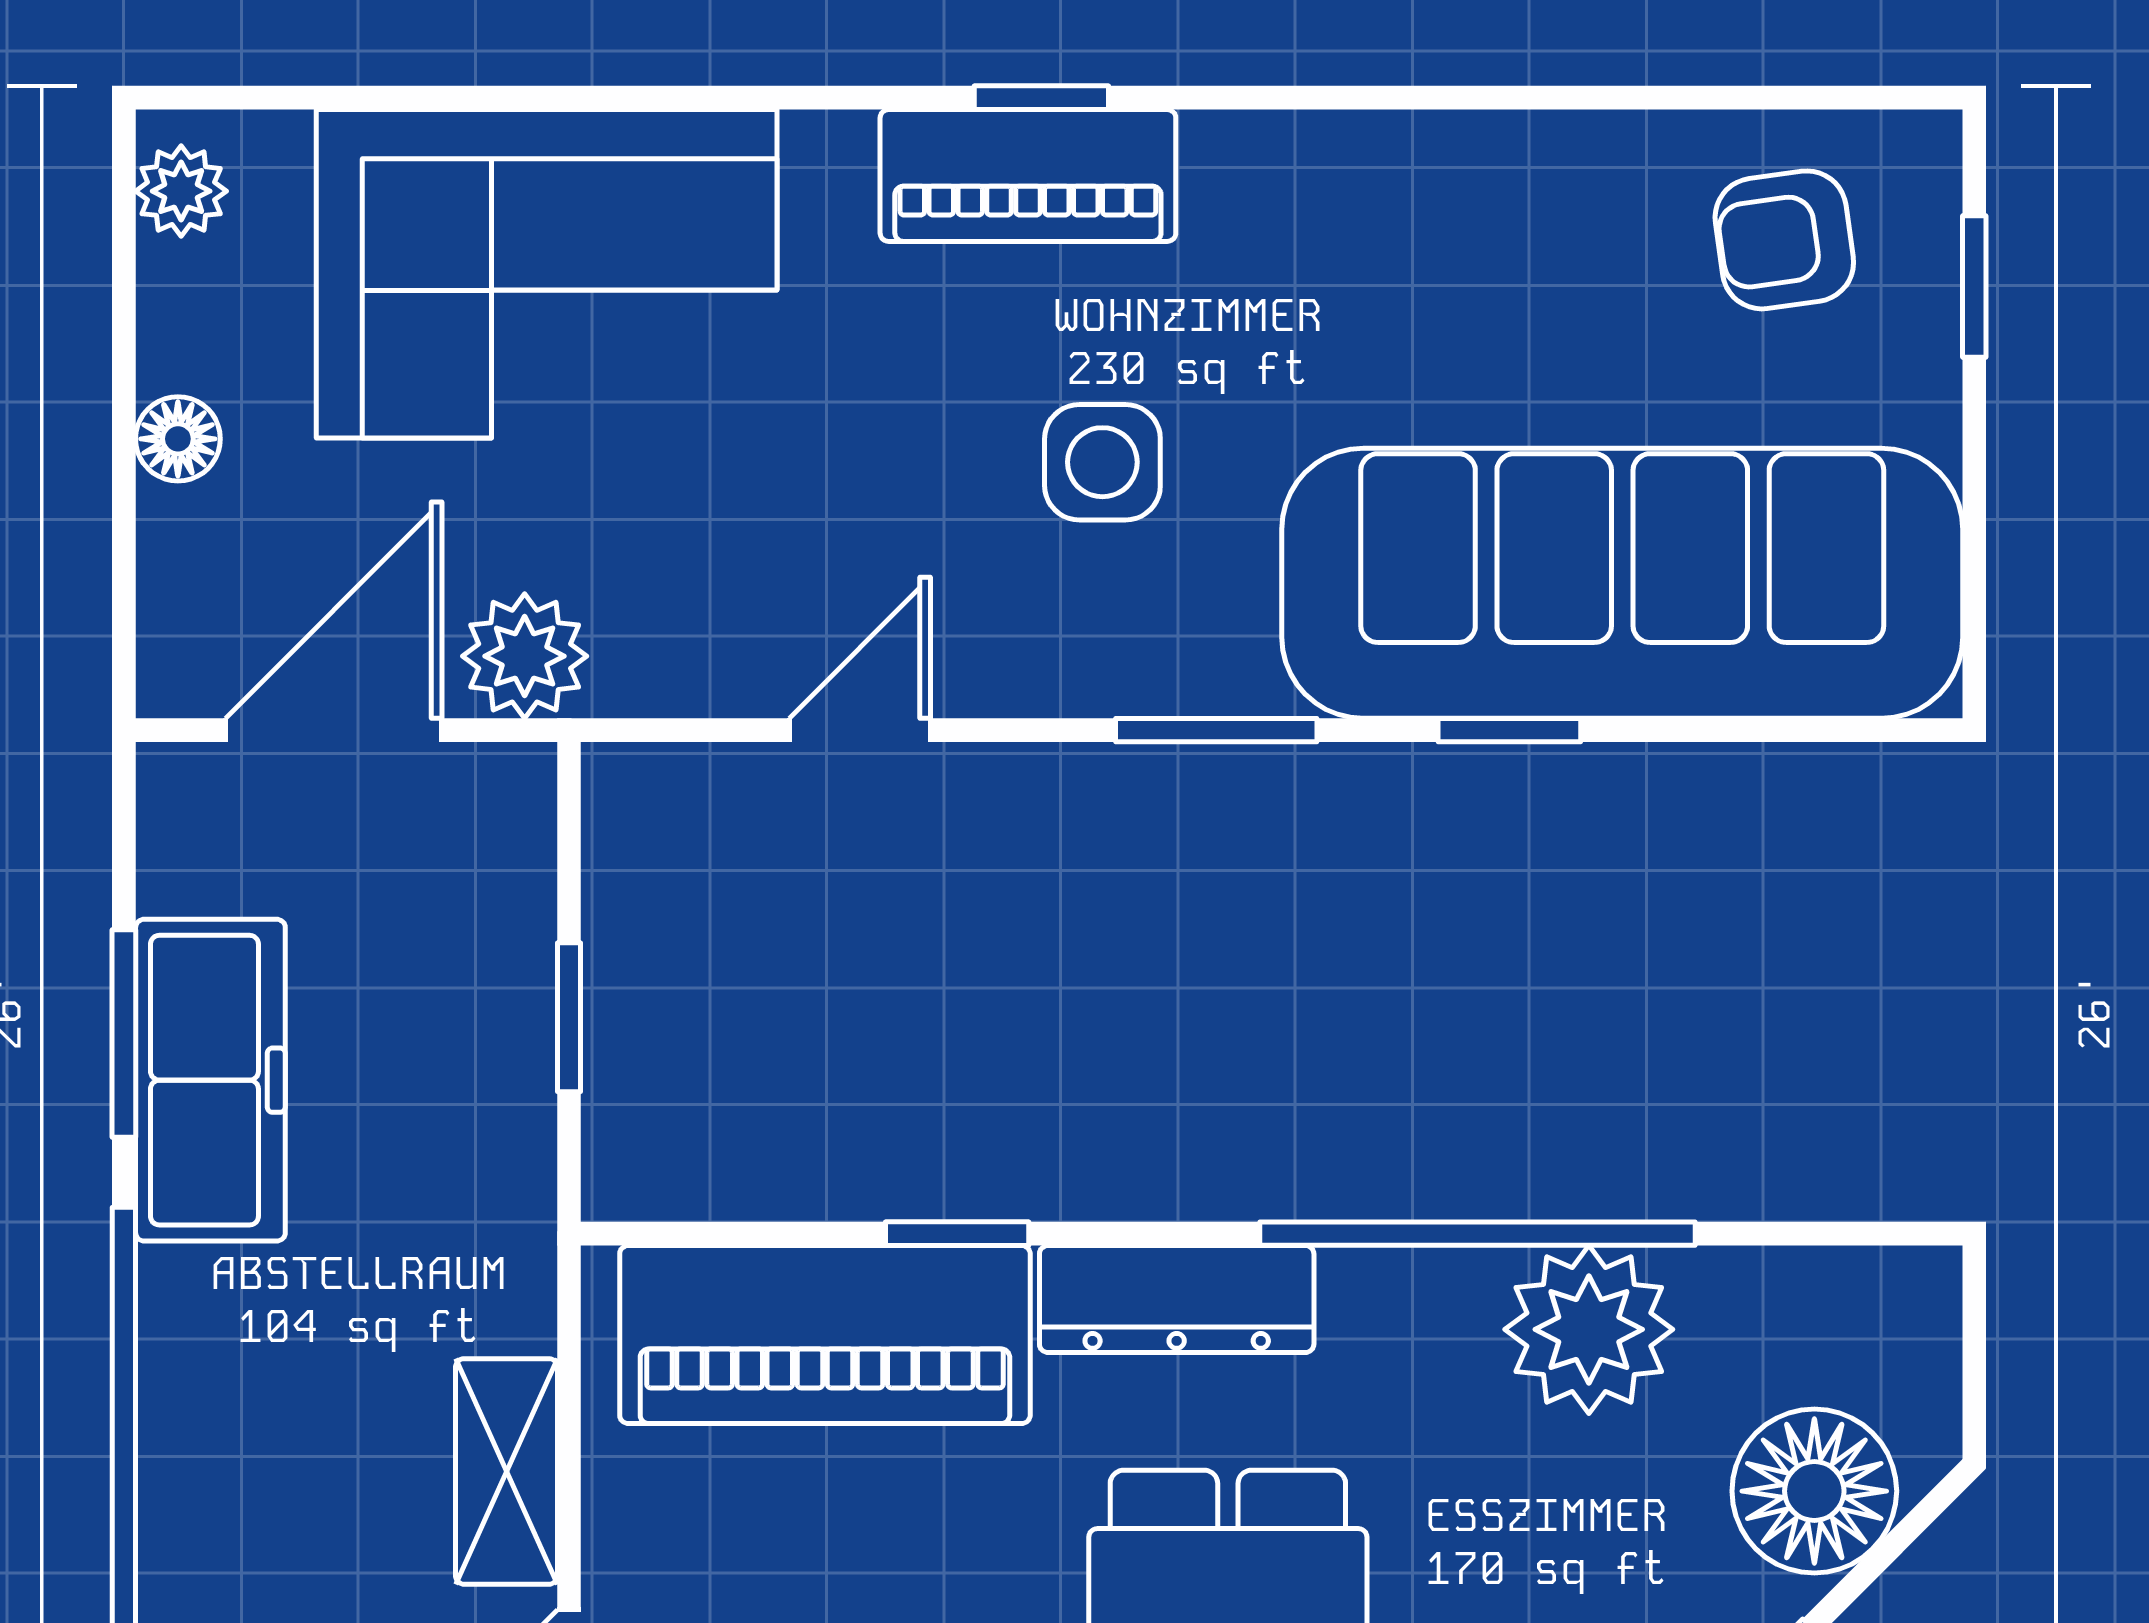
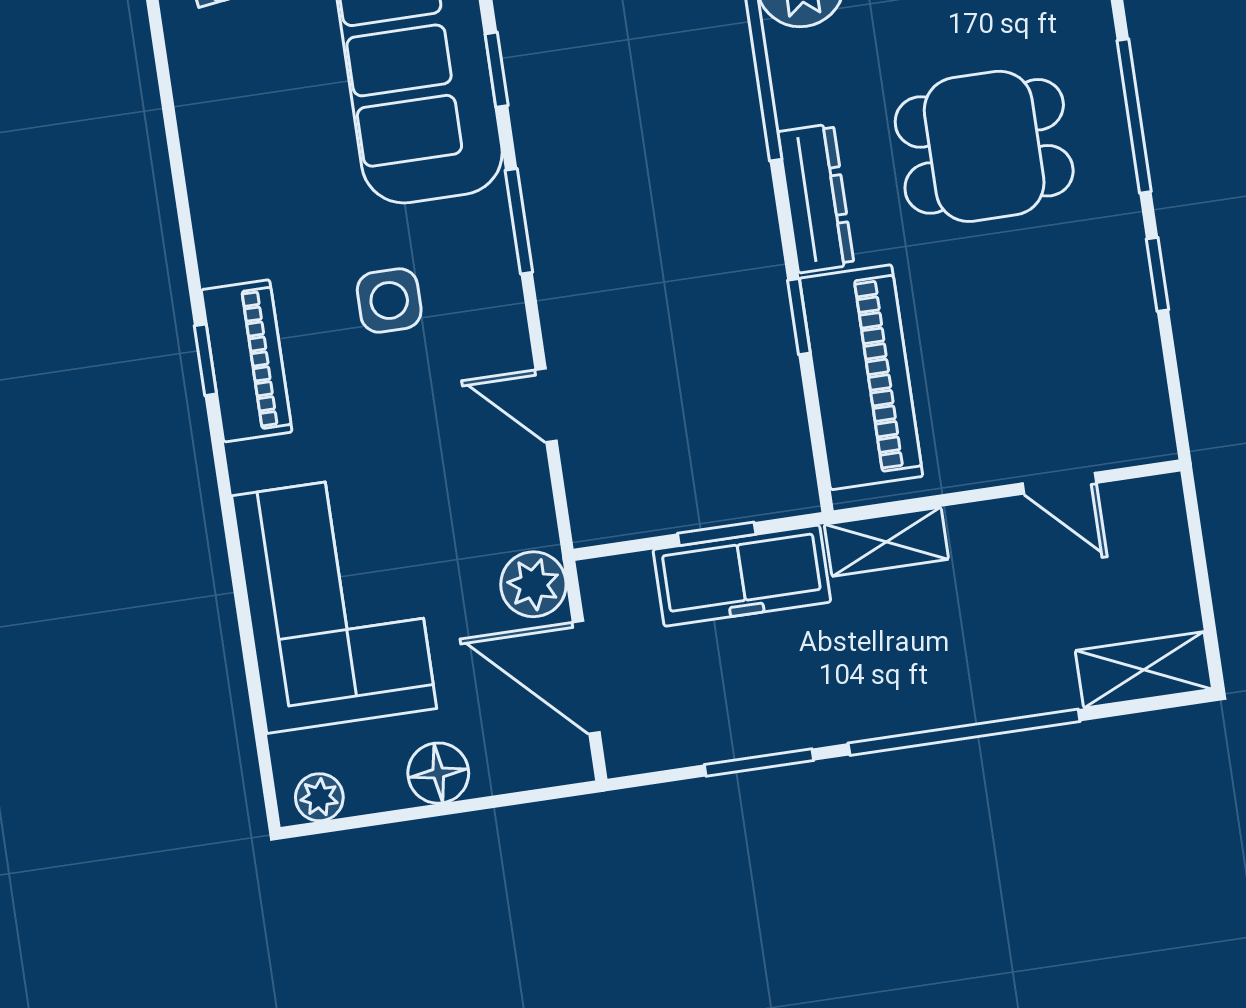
floor lamp: (178, 439) -> (438, 773), width x1.37, depth x1.37
freezer: (210, 1080) -> (742, 576), moved, turned 180
shelving: (506, 1471) -> (886, 542), moved

